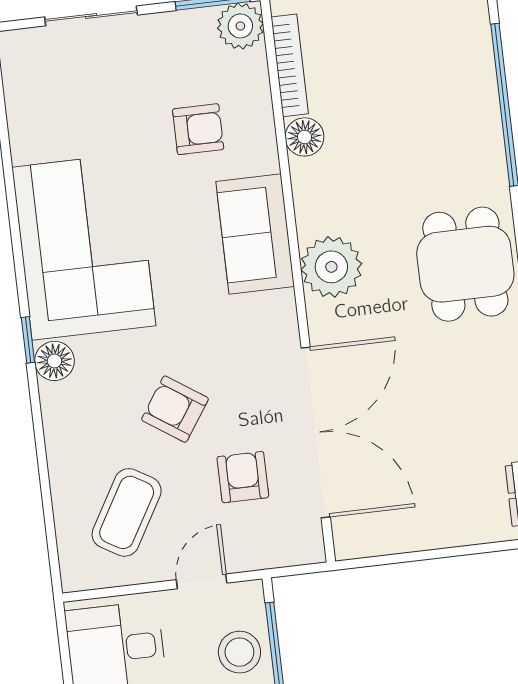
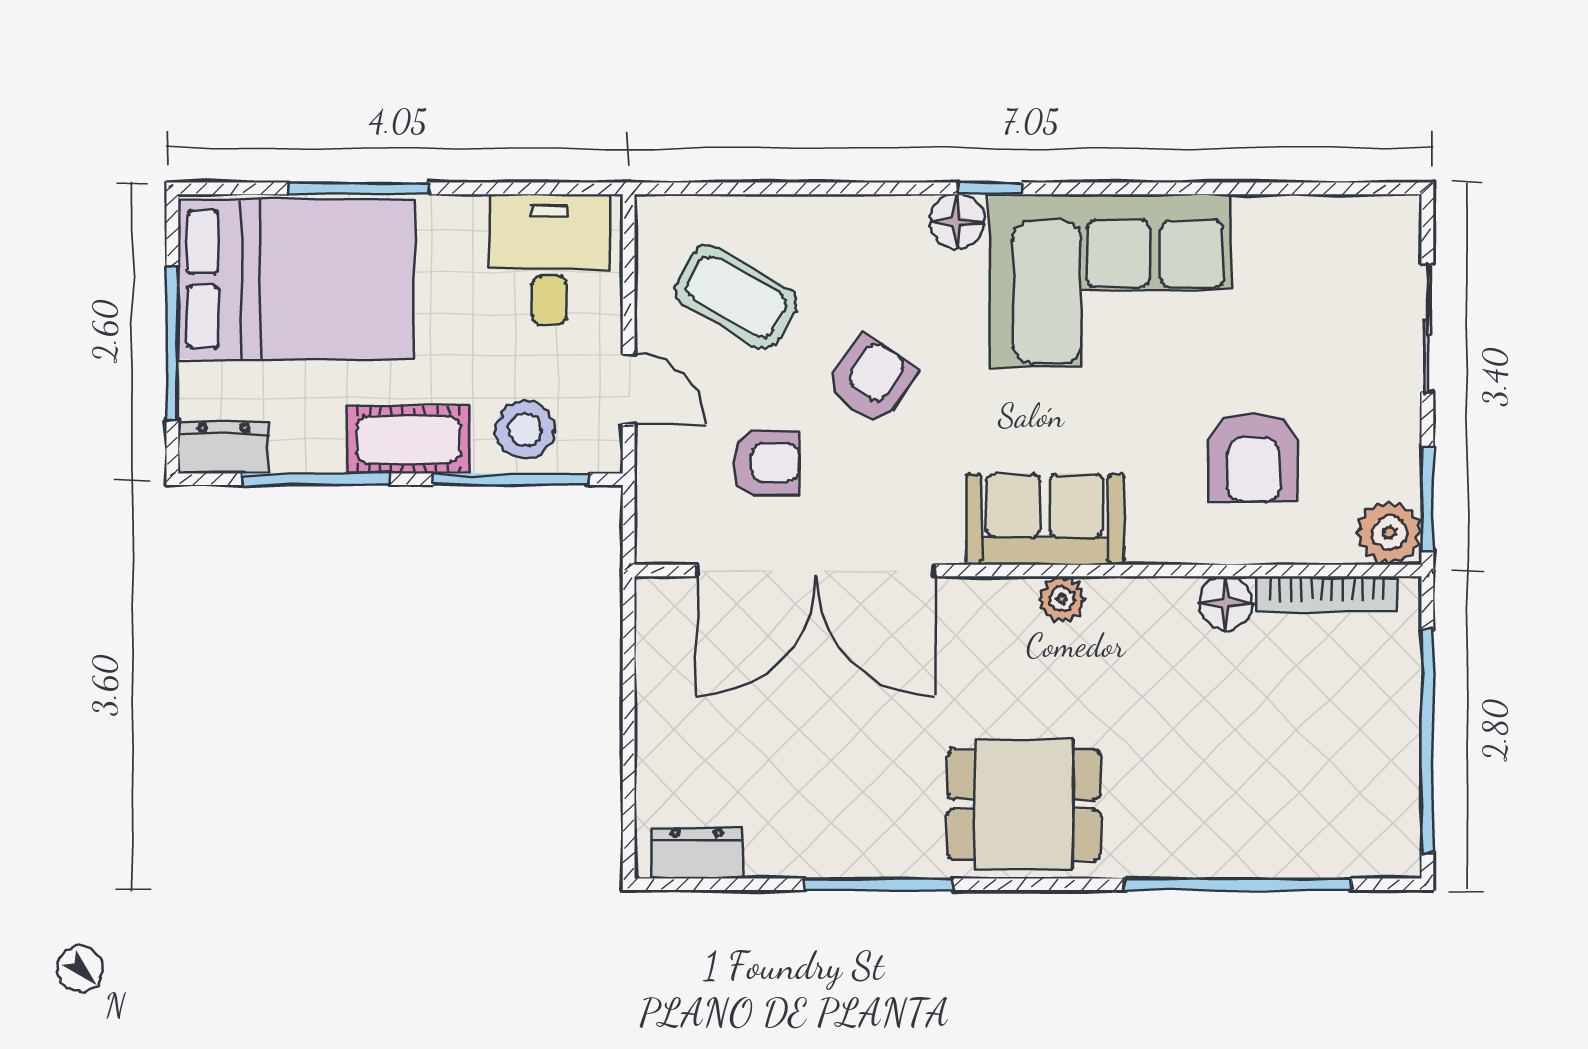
armchair: (198, 129) -> (1254, 457), width x1.38, depth x1.38
sofa: (255, 234) -> (1045, 519), moved
plant: (331, 267) -> (1062, 599), width x0.53, depth x0.53

